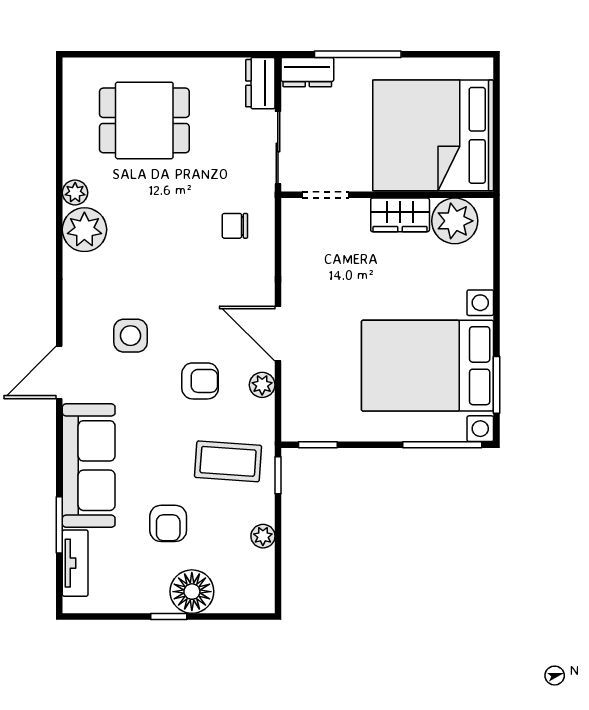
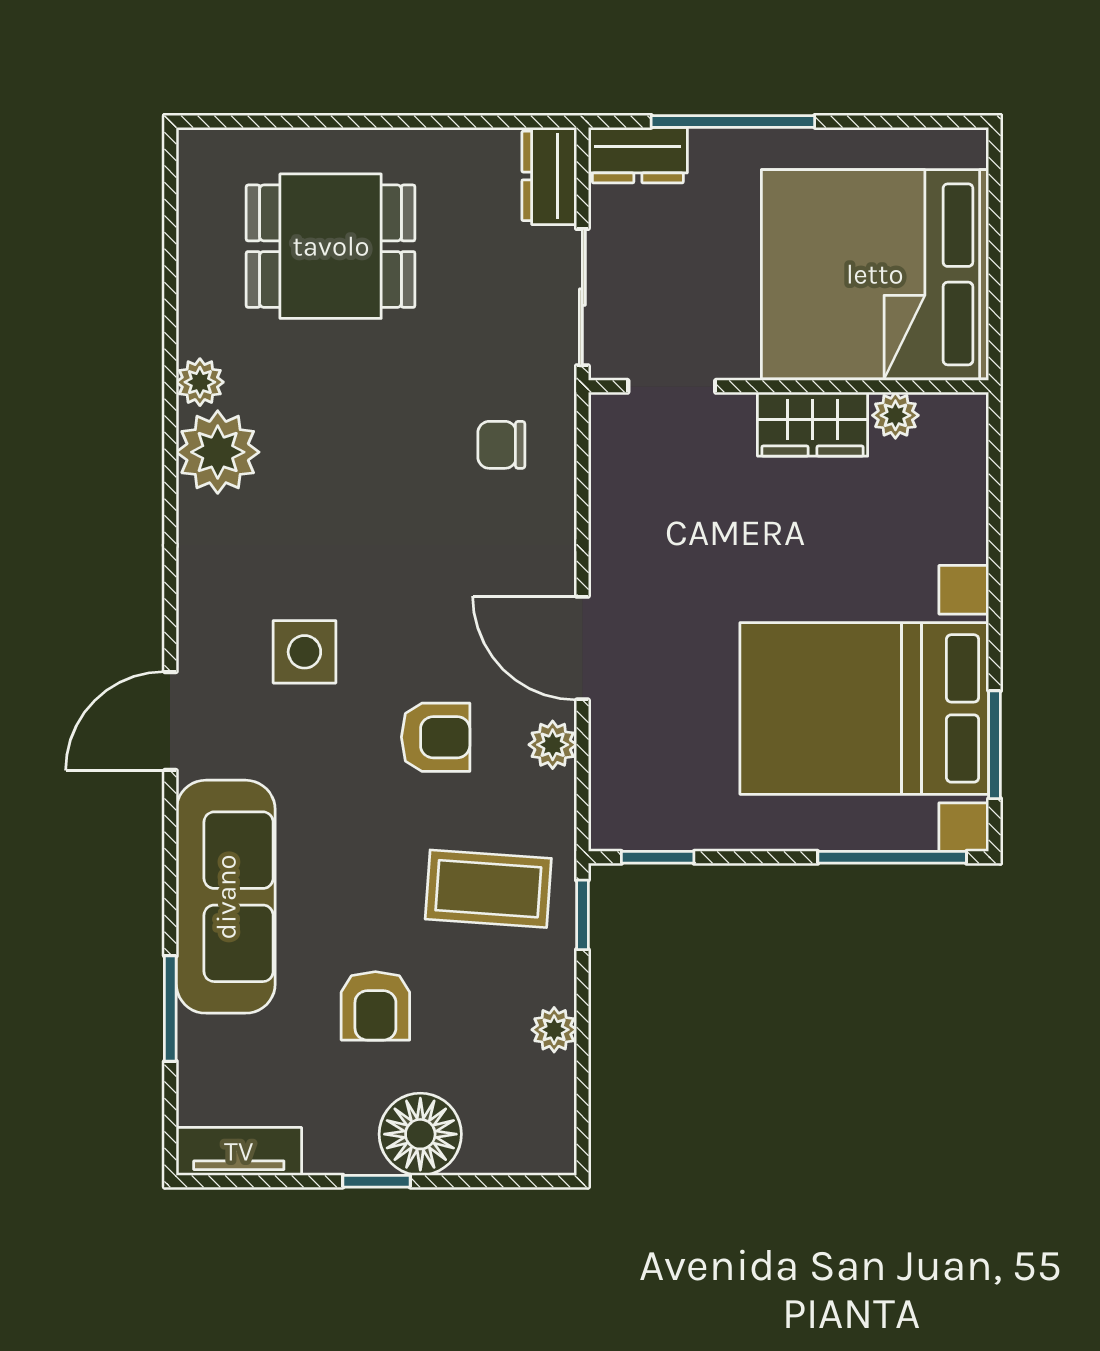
plant: (455, 221) -> (895, 415), width x0.53, depth x0.53
tv unit: (75, 563) -> (239, 1151), moved, turned -90

